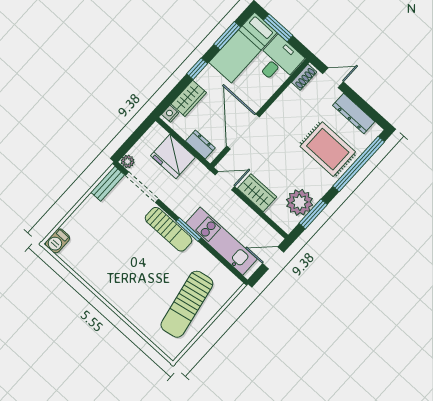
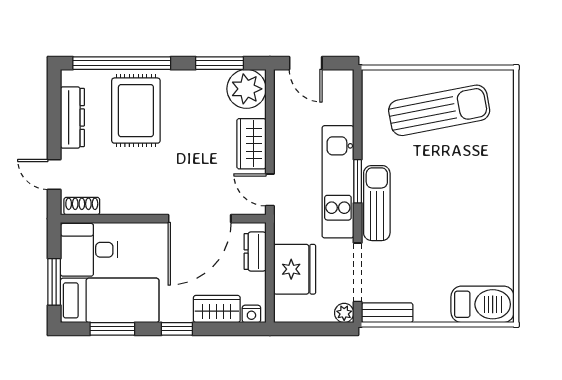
plant: (300, 202) -> (246, 89), moved
barbecue: (57, 241) -> (483, 304), width x1.88, depth x1.53
kitchen unit: (221, 241) -> (338, 182), moved

